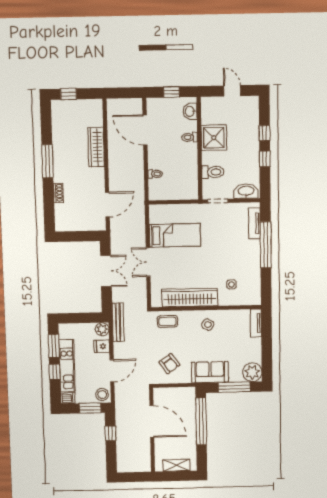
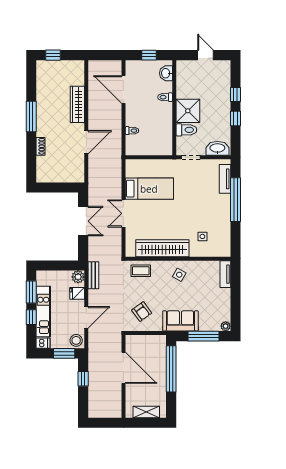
shower: (214, 138) -> (188, 111), moved
door: (107, 205) -> (86, 142), moved
bench: (118, 322) -> (93, 275), width x0.73
plant: (252, 372) -> (226, 326), width x0.53, depth x0.53

